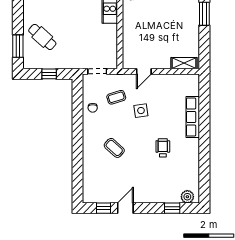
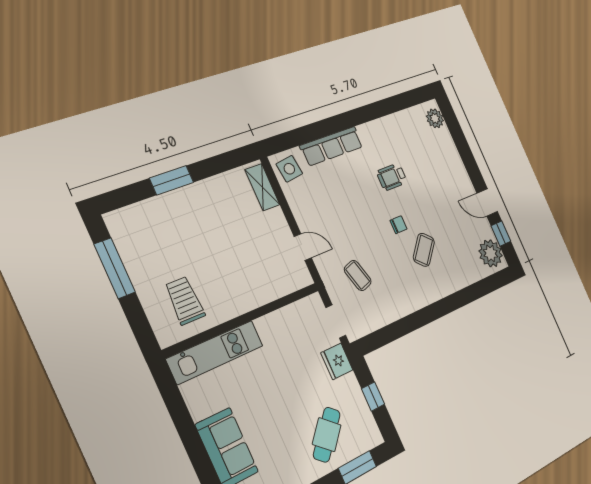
fridge: (76, 62) -> (337, 361), added
chair: (93, 108) -> (398, 225), moved
side table: (141, 111) -> (289, 169), moved
plant: (95, 194) -> (491, 253), added
window: (172, 208) -> (458, 135), removed

